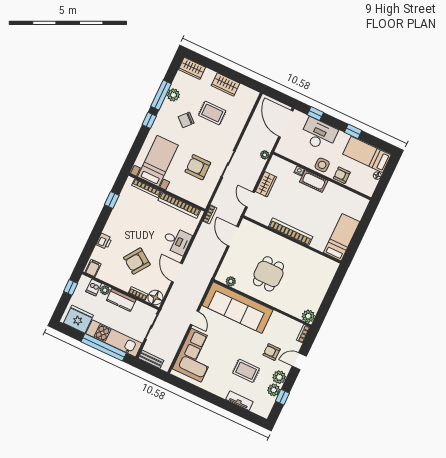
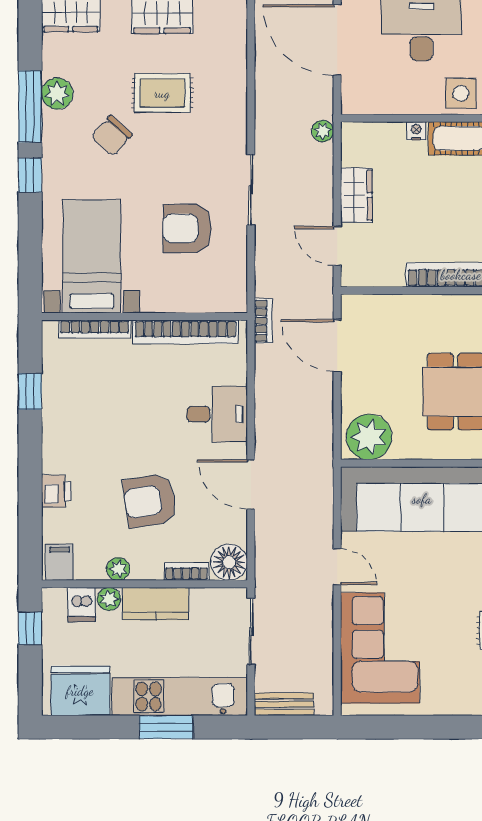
armchair: (137, 261) -> (150, 501), turned 46
plant: (113, 281) -> (118, 569), added
plant: (231, 281) -> (369, 437), width x1.88, depth x1.88
window: (104, 347) -> (166, 727), width x0.47

